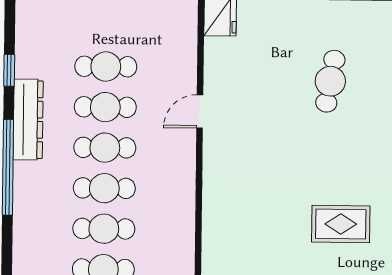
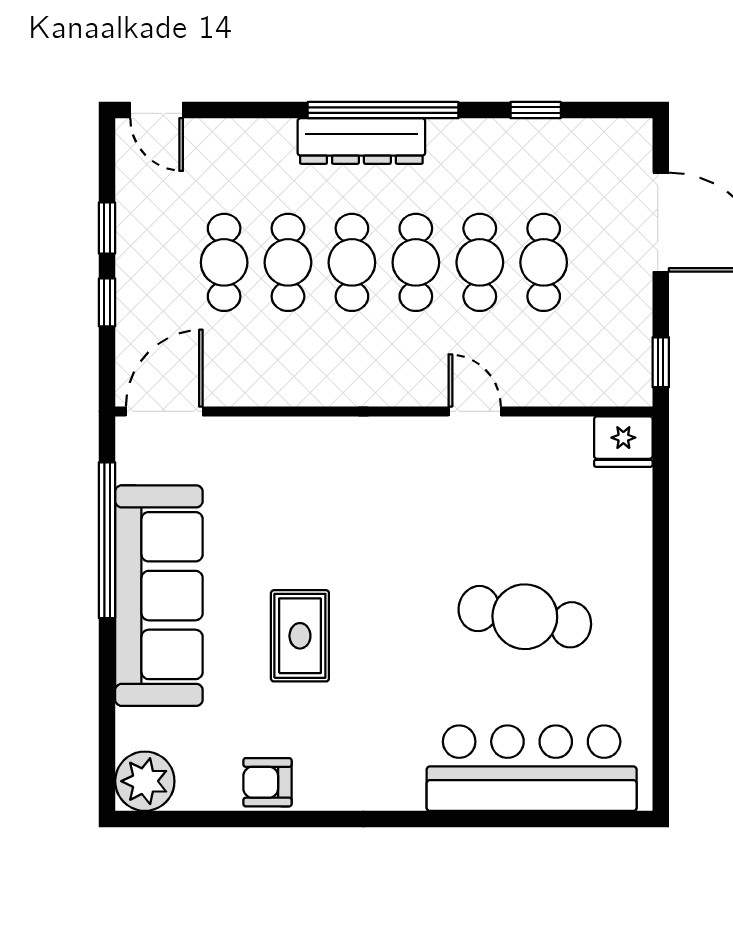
cafe table: (330, 81) -> (525, 617), width x1.37, depth x1.35
dresser: (28, 120) -> (361, 141), moved

